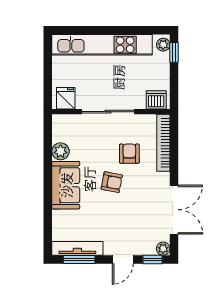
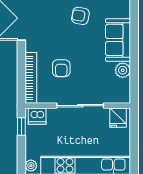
window: (174, 52) -> (21, 127), moved
armchair: (112, 182) -> (80, 16), moved

